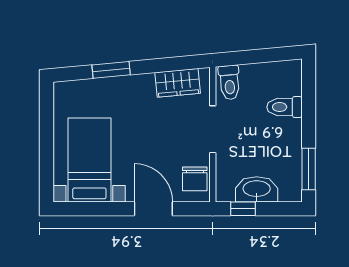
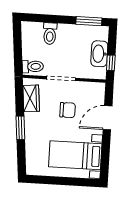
window: (111, 70) -> (20, 128), moved
chair: (195, 179) -> (68, 110), moved

